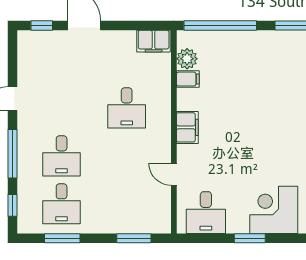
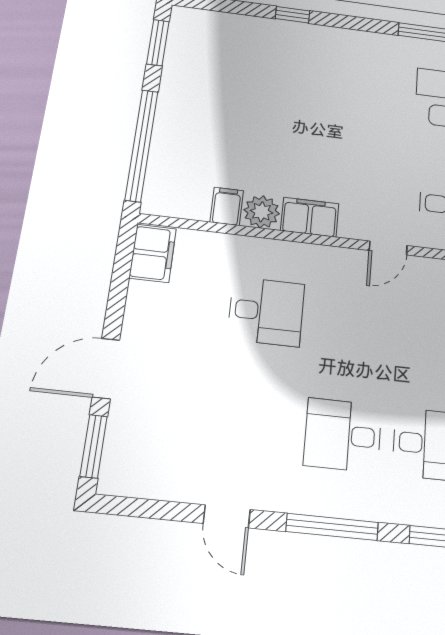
window: (42, 26) -> (94, 446), width x1.50
plant: (187, 59) -> (262, 212), moved
desk: (62, 156) -> (343, 435), turned 180

